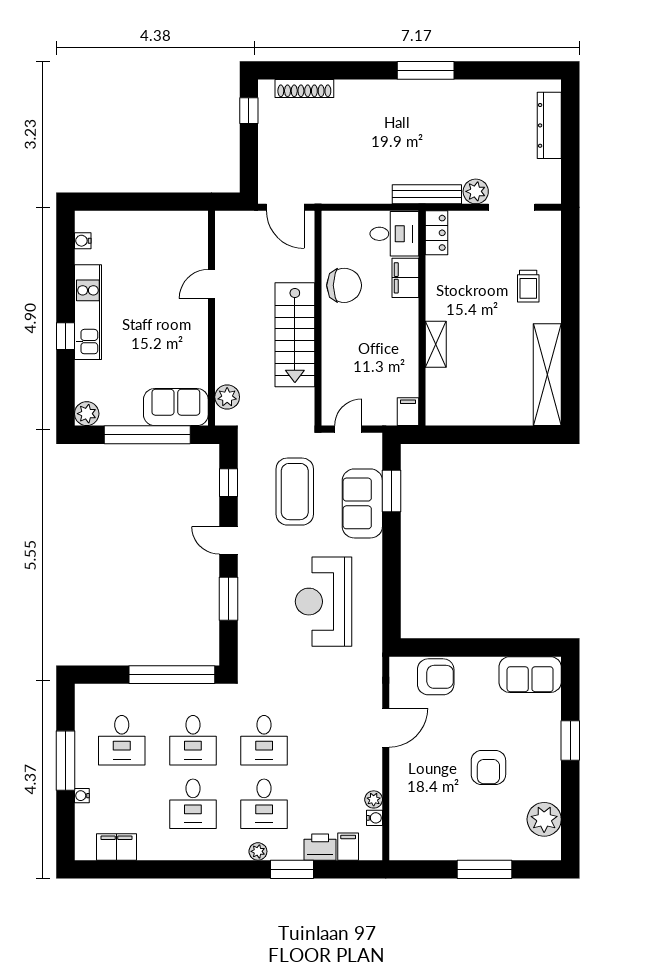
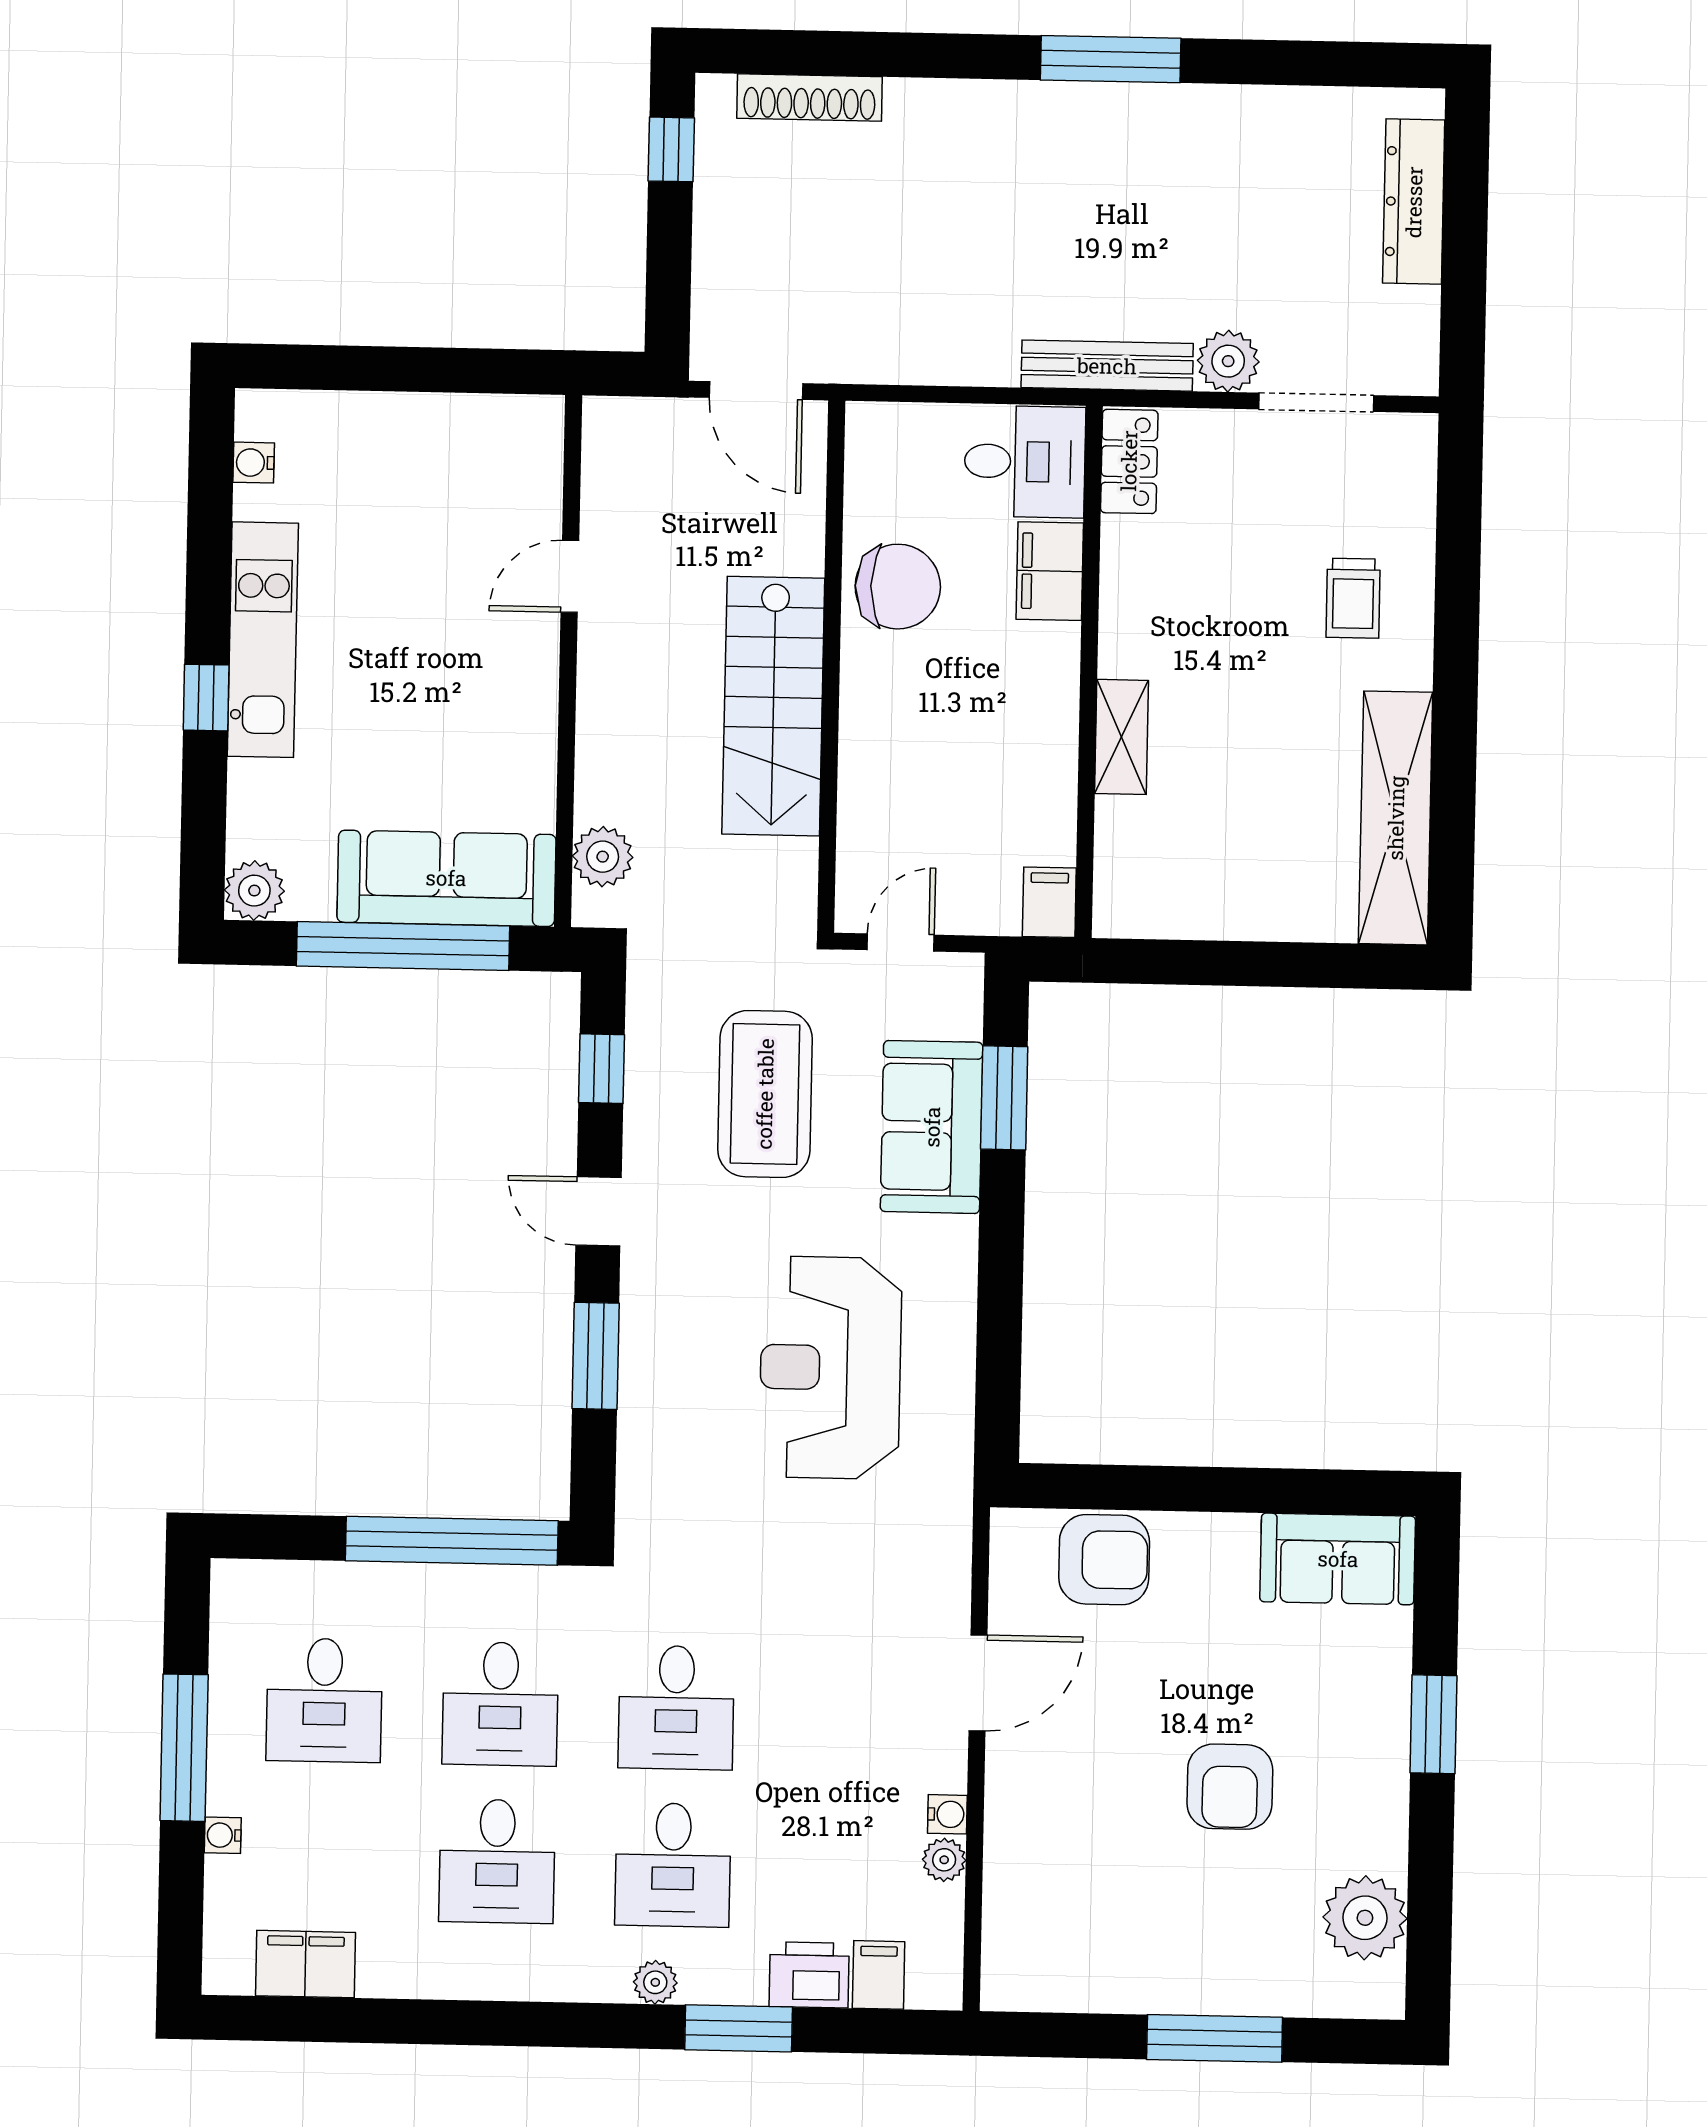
sofa: (176, 407) -> (446, 878), width x1.36
water cooler: (375, 818) -> (947, 1814), moved

